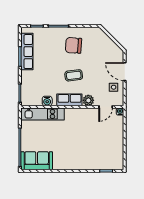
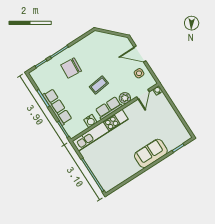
chair: (73, 45) -> (71, 68), moved
row of seats: (27, 52) -> (57, 107), moved
kitchen unit: (43, 114) -> (100, 130), width x1.36
sofa: (37, 161) -> (151, 153), moved

